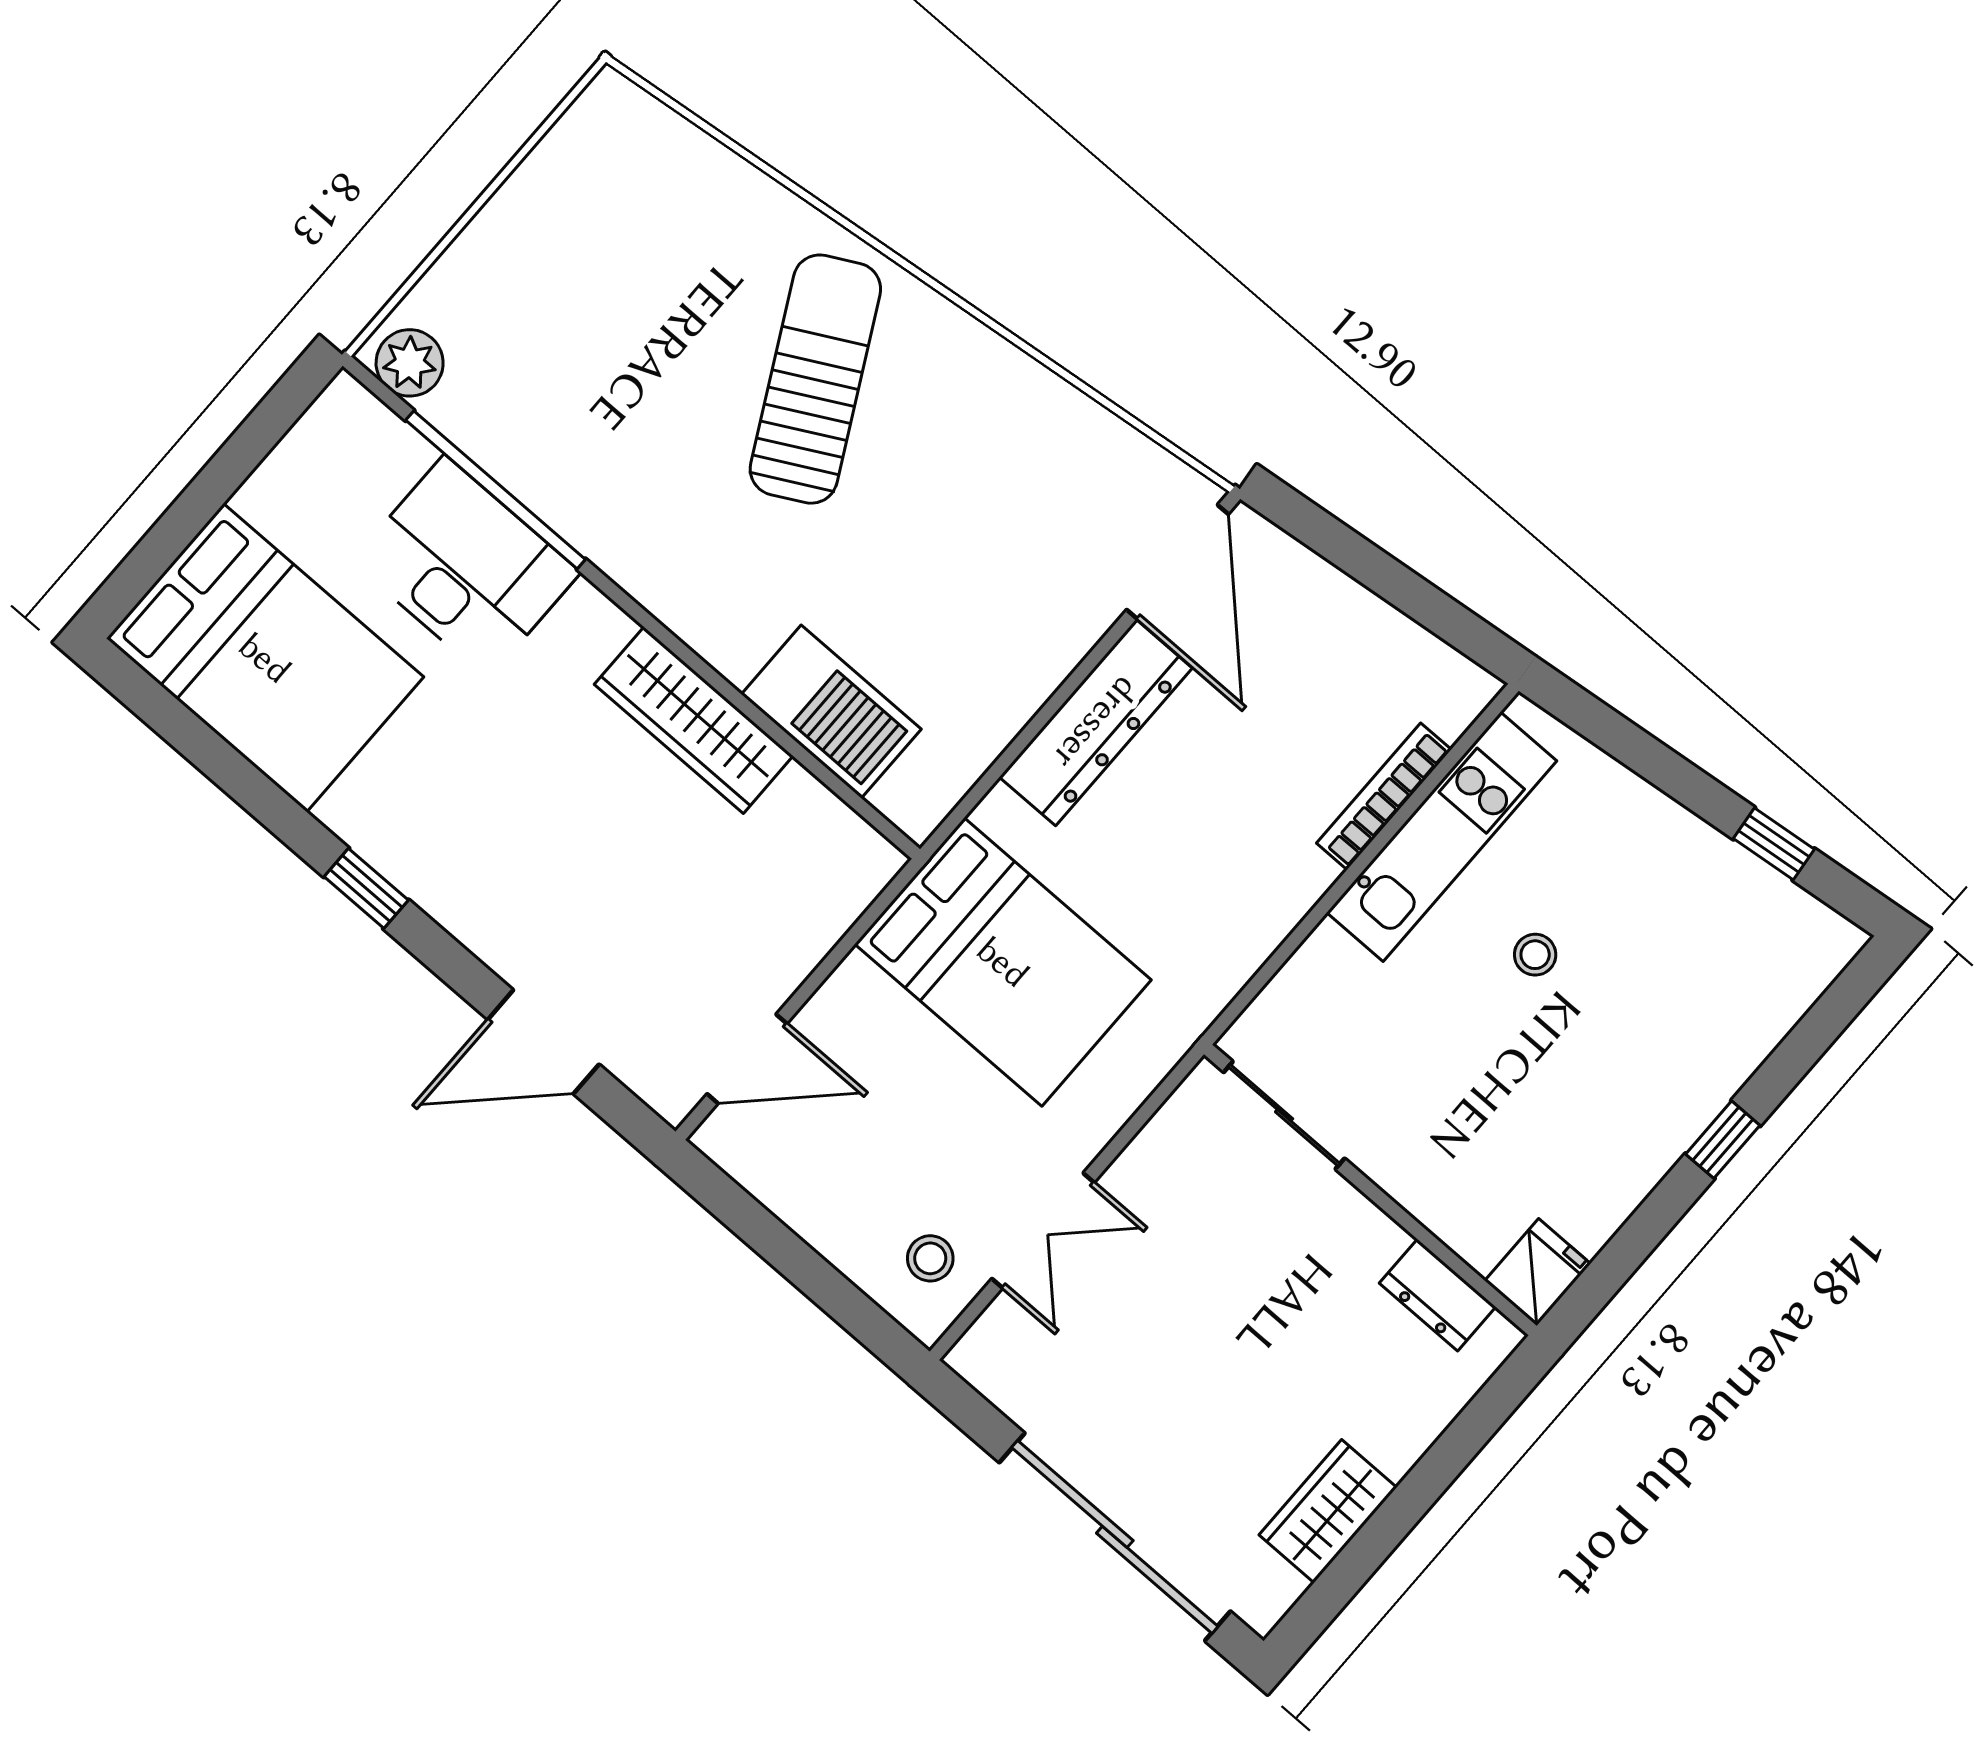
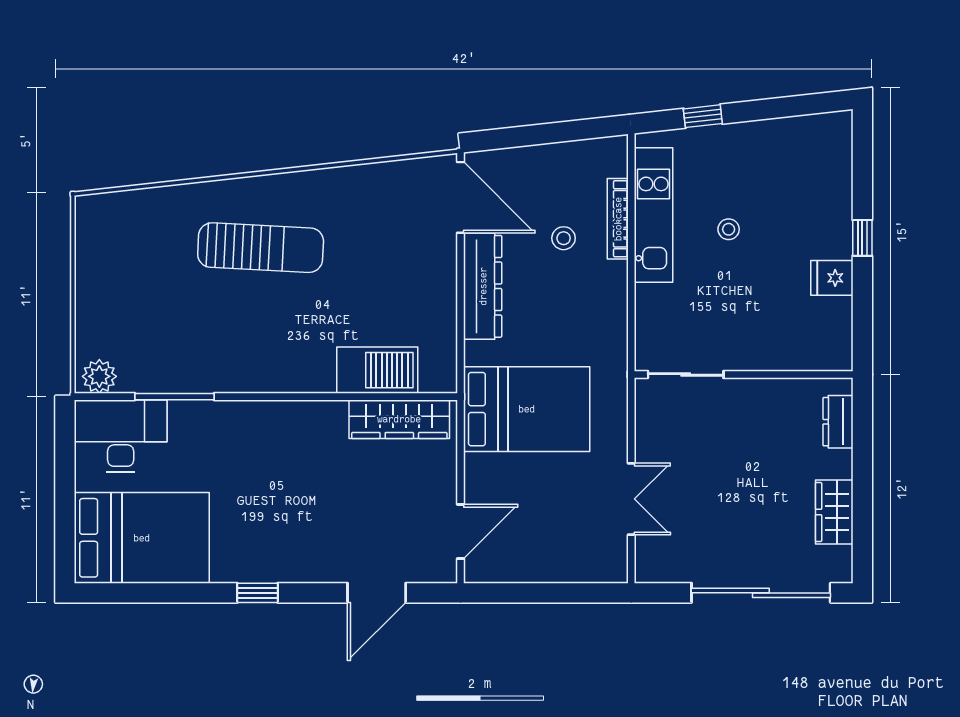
sun lounger: (815, 379) -> (261, 248), turned 121
window: (495, 490) -> (175, 397), width x0.68
desk: (466, 567) -> (121, 436), moved
wardrobe: (694, 720) -> (399, 419), moved
window: (1774, 844) -> (703, 116), moved
stool: (930, 1258) -> (564, 238), moved
fridge: (1538, 1272) -> (832, 278), moved, turned -90
dresser: (1438, 1295) -> (838, 422), moved, turned 90

